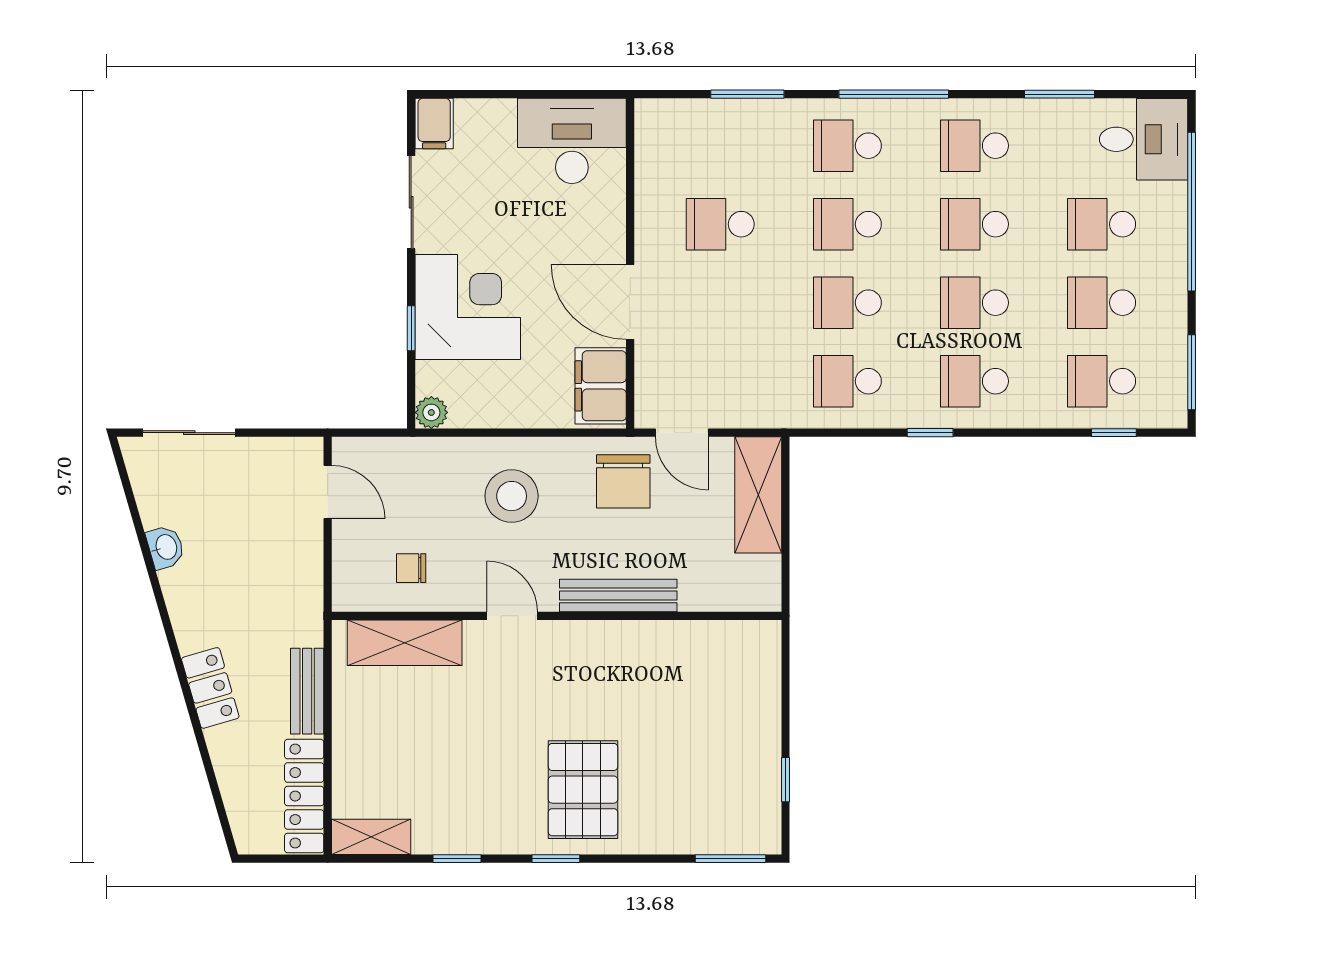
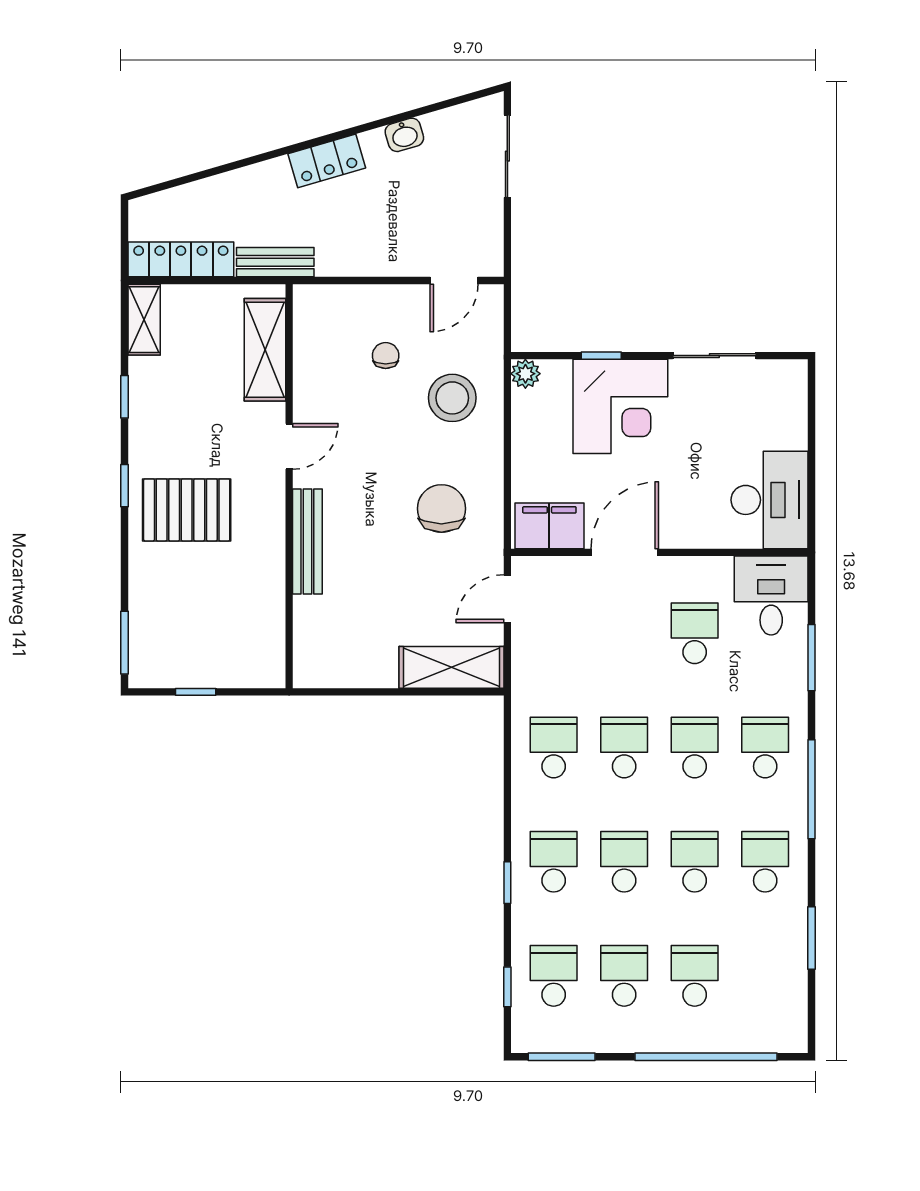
filing cabinet: (434, 123) -> (785, 376), removed
desk: (1144, 139) -> (771, 596), moved, turned 180
window: (930, 433) -> (507, 883), moved
chair: (623, 481) -> (441, 509), moved, turned 90
stool: (512, 496) -> (452, 398), moved
bench: (618, 595) -> (307, 542), moved
door: (512, 616) -> (289, 446), moved
wall: (557, 616) -> (289, 486), moved
shelving: (405, 643) -> (265, 350), moved
locker: (210, 688) -> (327, 161), moved

